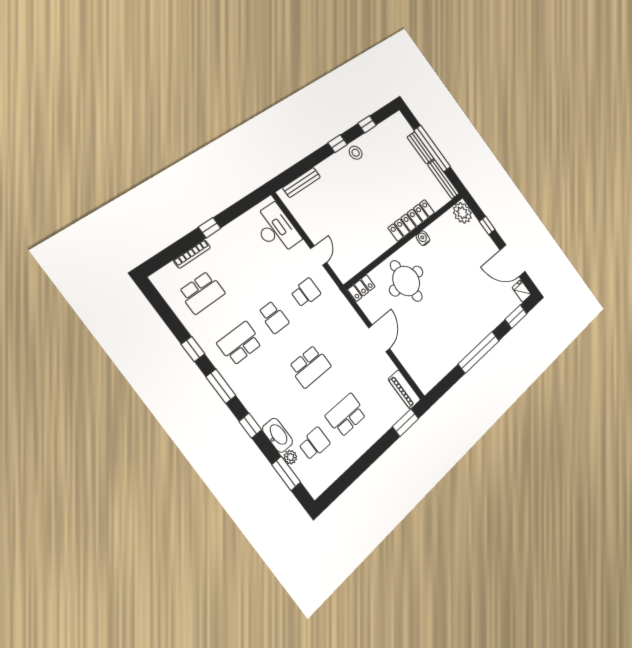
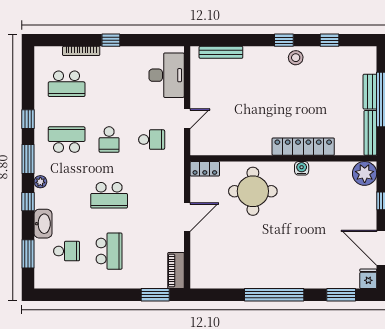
school desk: (346, 415) -> (109, 251), turned 90
plant: (290, 457) -> (40, 182), moved

